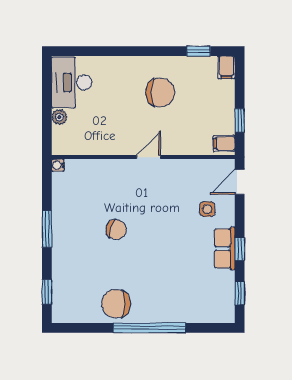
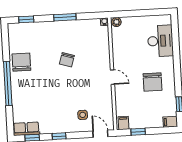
desk: (72, 82) -> (160, 41), moved, turned 90
plant: (59, 117) -> (116, 22), moved
row of seats: (225, 248) -> (26, 129), moved

